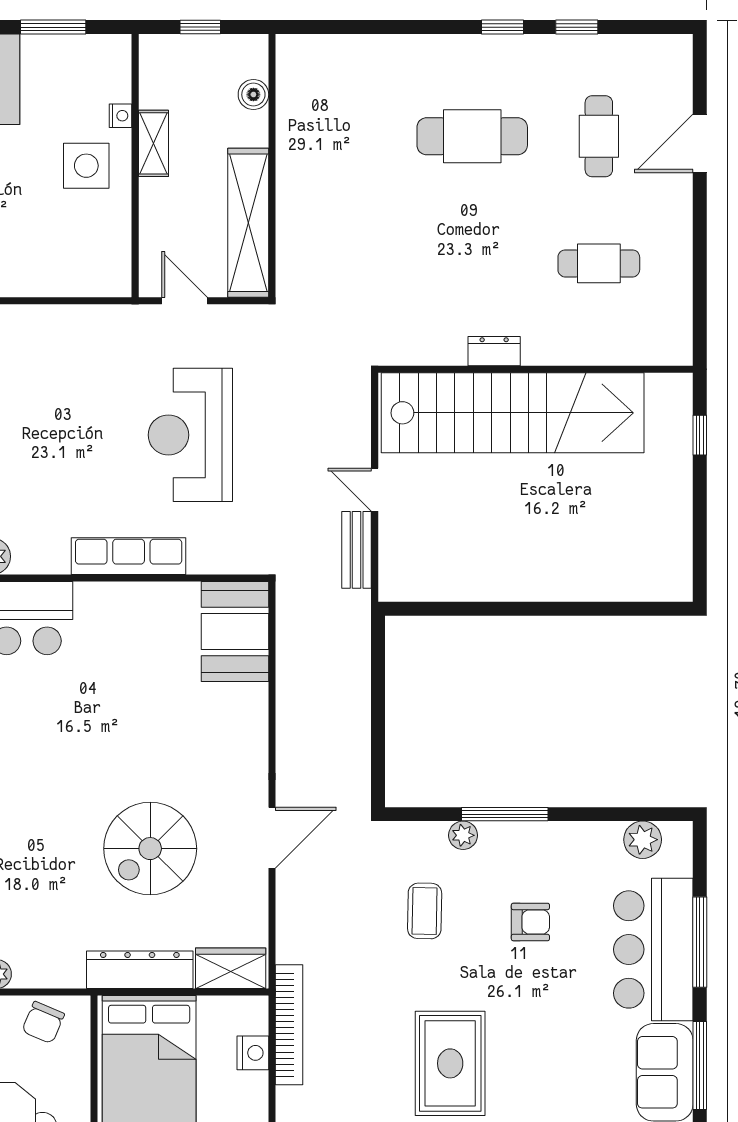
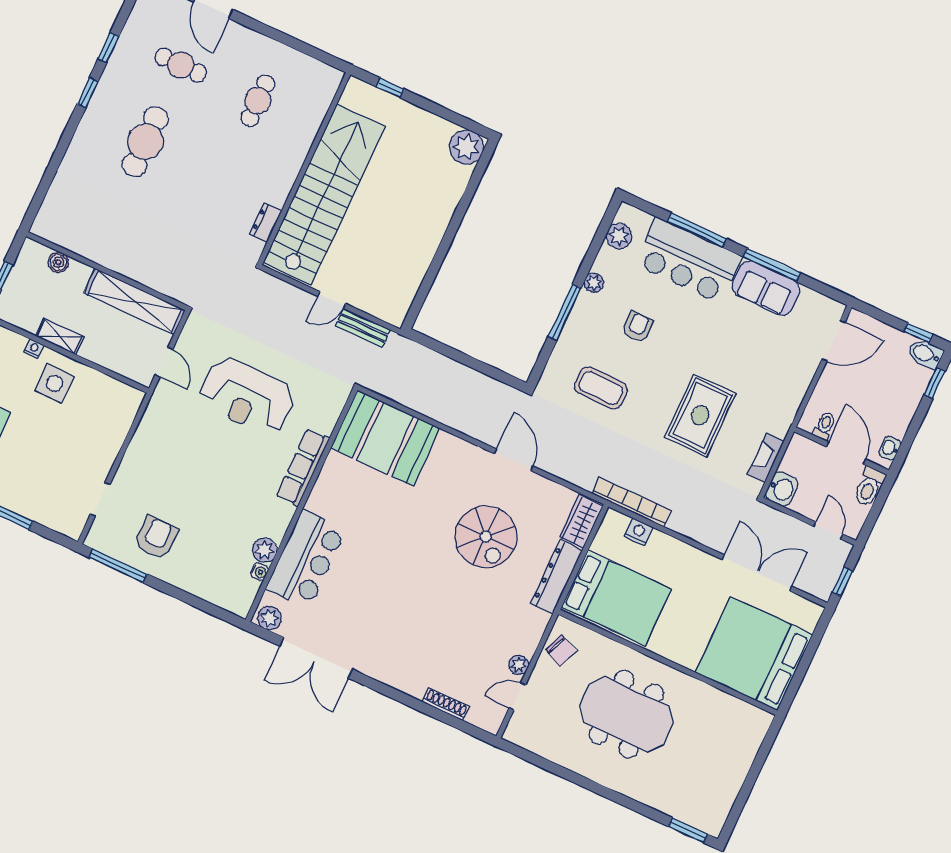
door: (185, 301) -> (164, 362), swing flipped
dresser: (494, 351) -> (266, 223), moved
plant: (667, 576) -> (466, 147), added
booth: (235, 632) -> (385, 438), width x1.36, depth x1.42
plant: (463, 835) -> (594, 283), moved
coffee table: (425, 911) -> (601, 388), width x1.36, depth x1.30
rug: (450, 1063) -> (700, 415), turned 90

